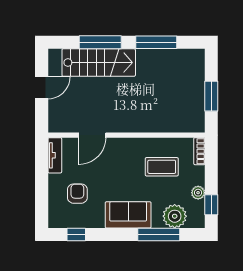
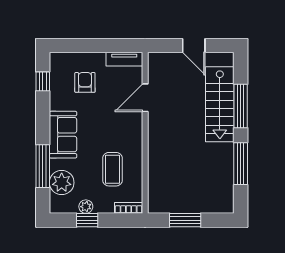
door: (92, 135) -> (145, 98), hinge flipped
armchair: (77, 194) -> (85, 82), turned -90
window: (211, 205) -> (87, 220), moved

